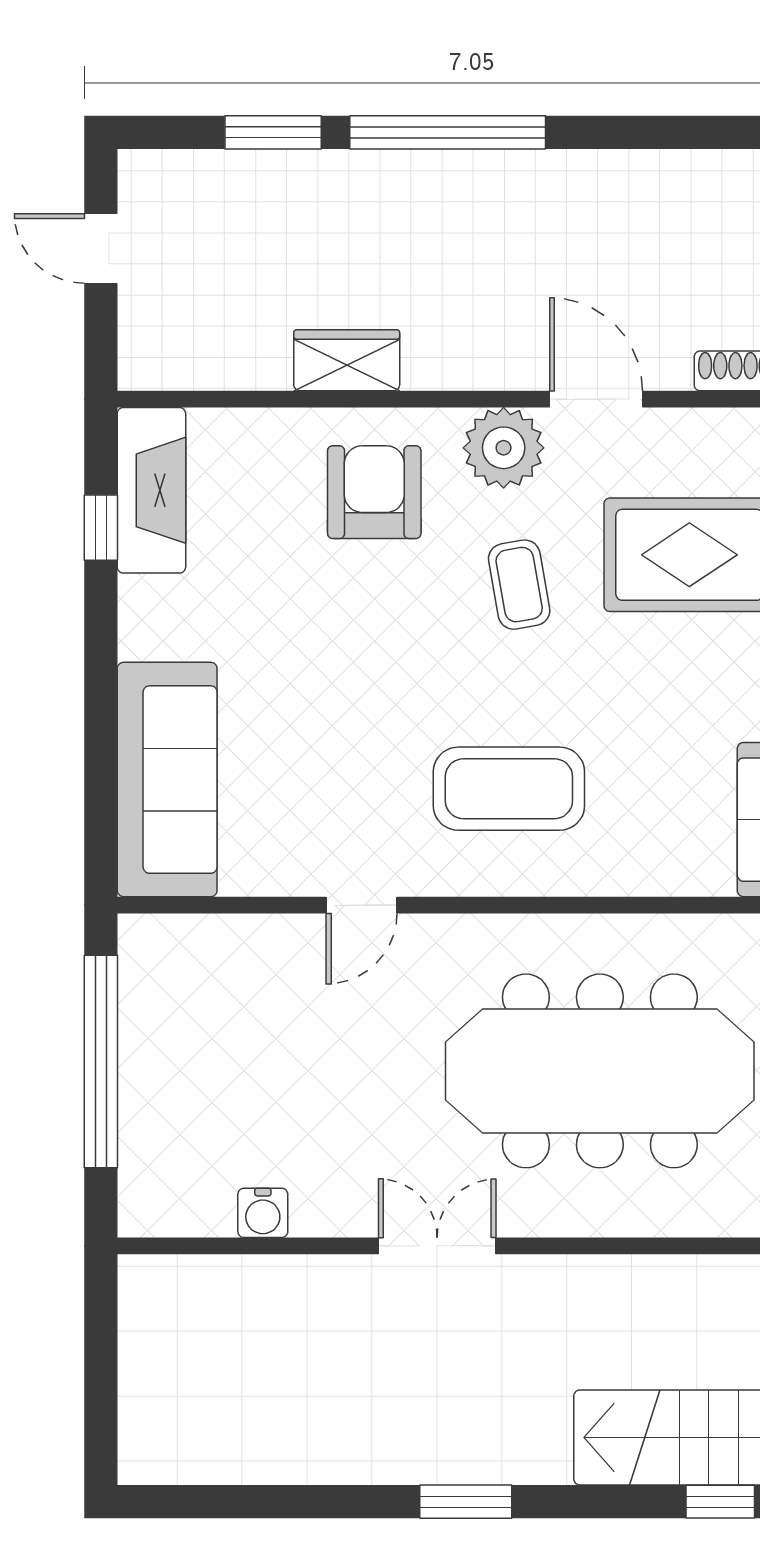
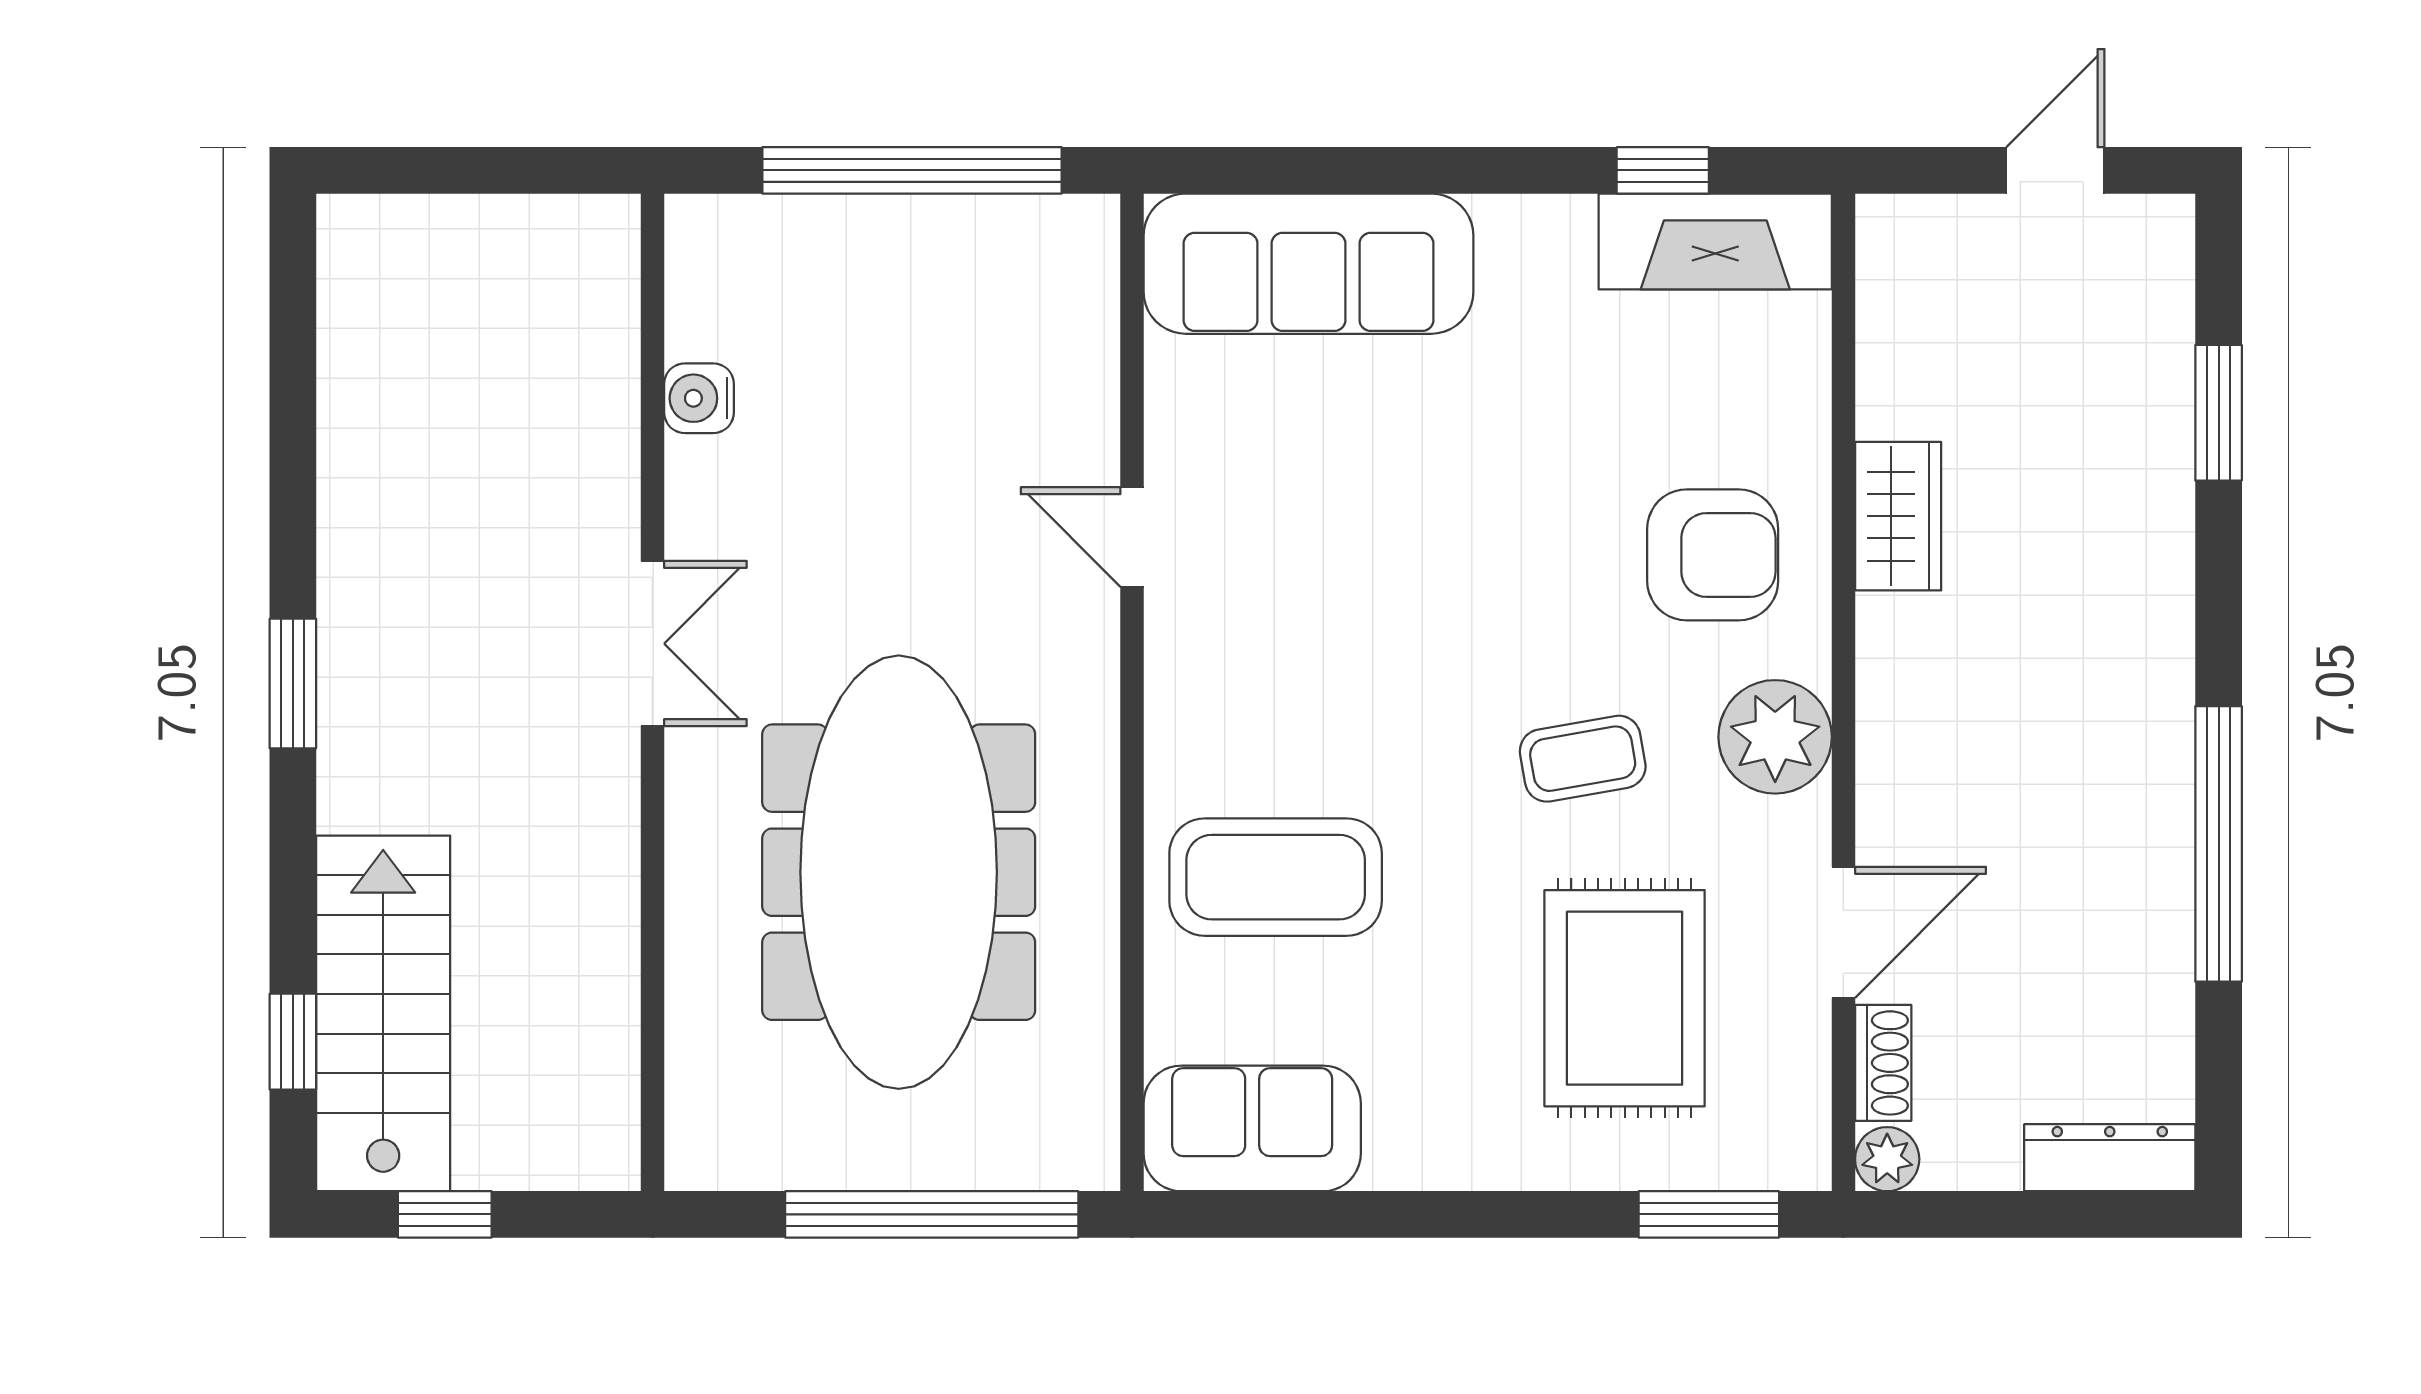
window: (448, 132) -> (2219, 844), moved
door: (596, 399) -> (1843, 932), moved
coffee table: (509, 789) -> (1276, 877), moved, turned 90

